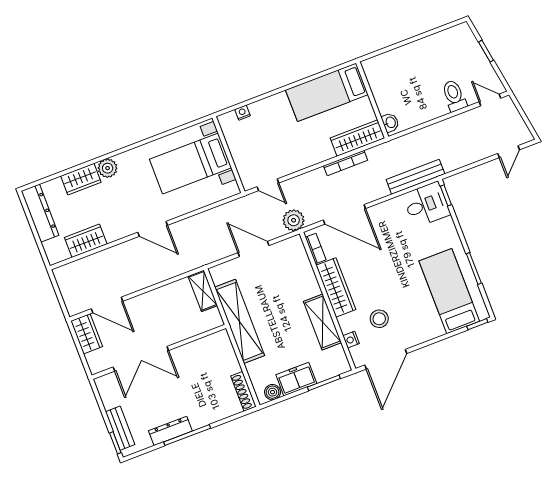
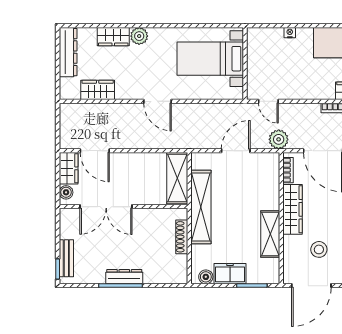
nightstand: (242, 113) -> (290, 33), moved
door: (254, 249) -> (236, 151), hinge flipped
shelving: (203, 291) -> (177, 178), width x1.50, depth x1.33
nightstand: (351, 340) -> (289, 258), removed
boiler: (94, 360) -> (66, 192), added
shoe rack: (243, 391) -> (182, 237), moved
dresser: (170, 431) -> (124, 277), moved

